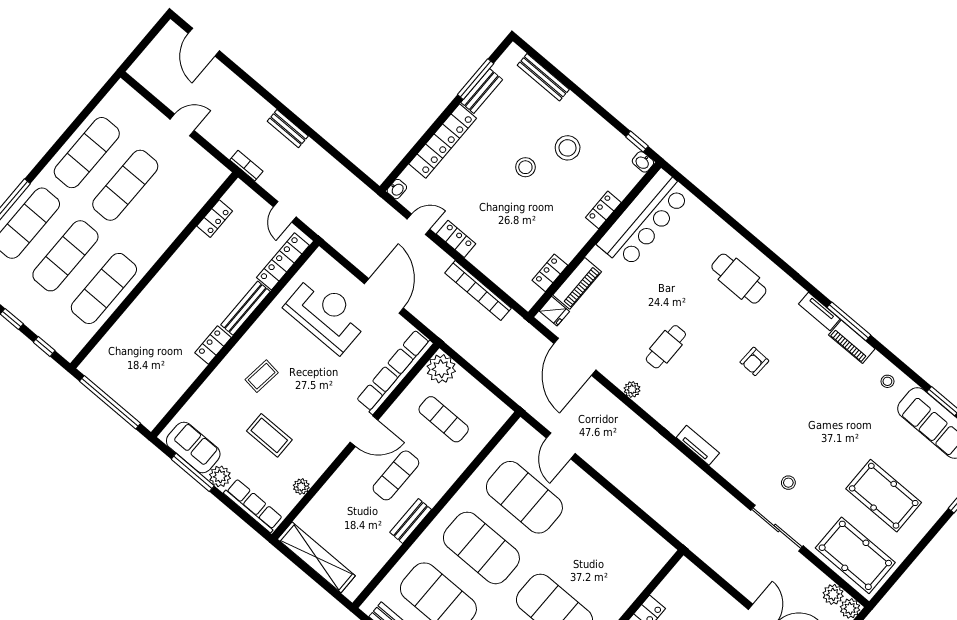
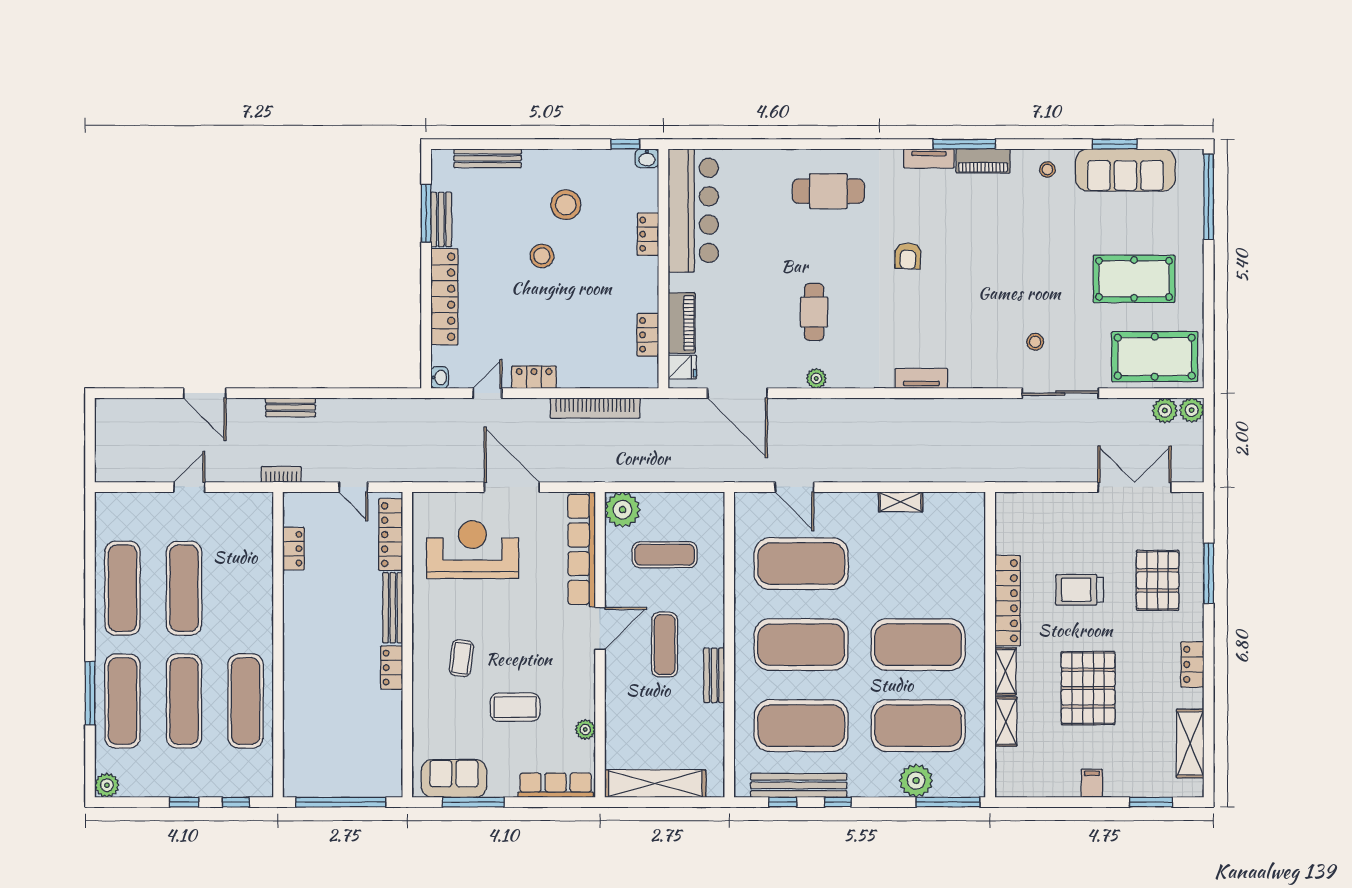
door: (204, 42) -> (205, 393), moved
plant: (220, 476) -> (502, 784), removed
shelving: (619, 511) -> (901, 502), added

